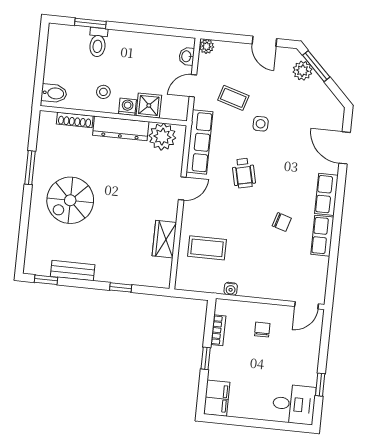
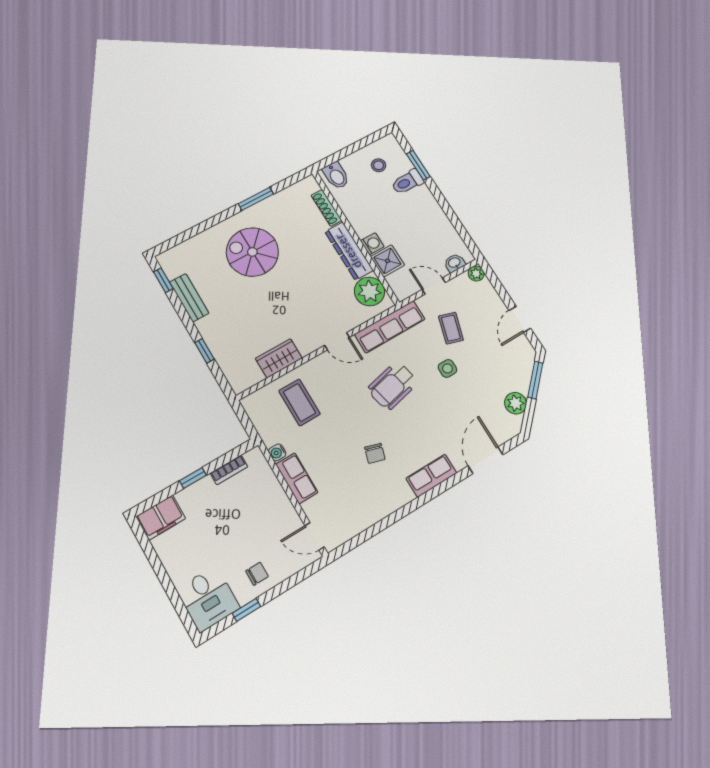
plant: (302, 71) -> (516, 403), moved
stool: (103, 92) -> (379, 165), moved
wheelchair: (244, 173) -> (393, 386), width x1.36, depth x1.37
row of seats: (322, 236) -> (297, 478), moved, turned 90
chair: (262, 330) -> (257, 574), moved

